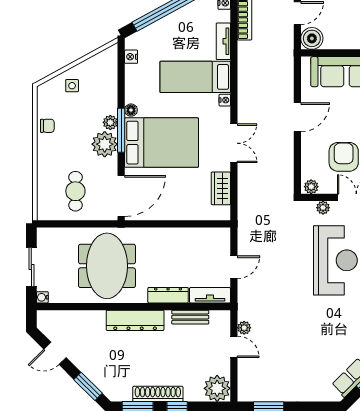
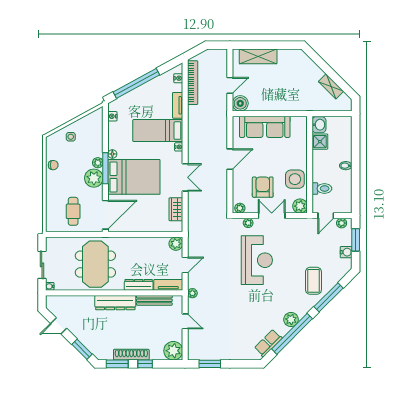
plant: (221, 237) -> (176, 244), added
bench: (190, 317) -> (154, 300), width x1.36
plant: (244, 328) -> (192, 293), moved

